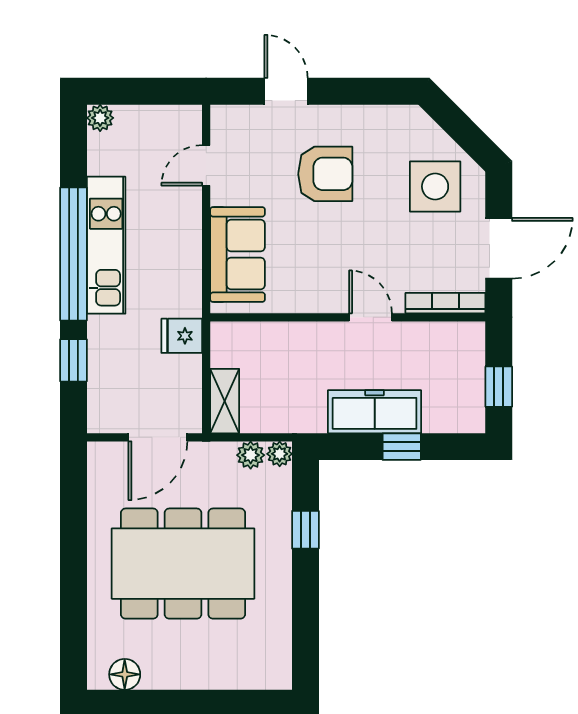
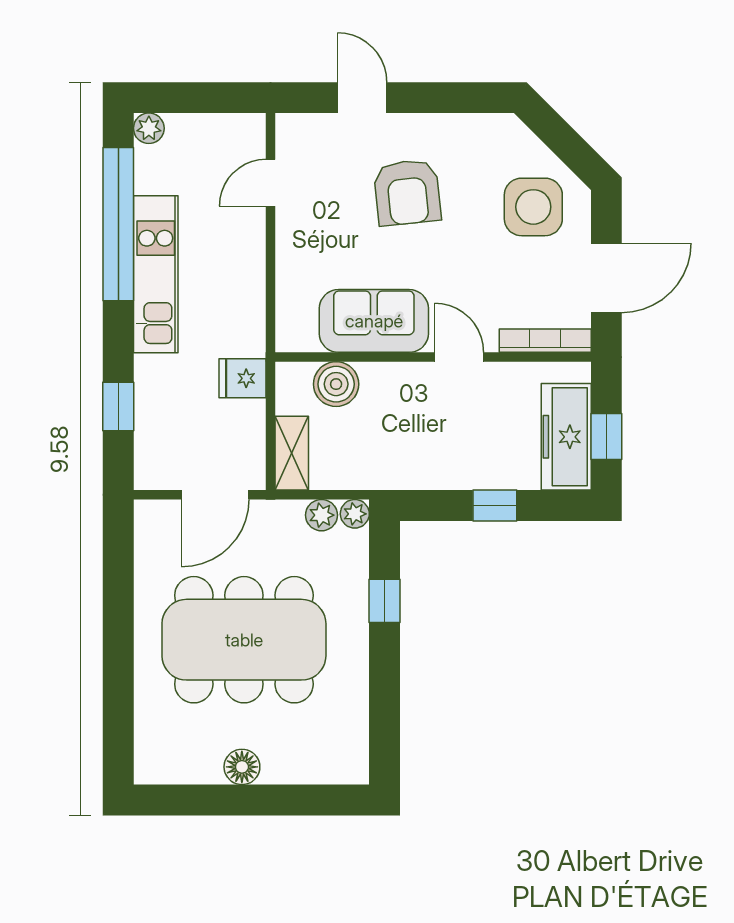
armchair: (325, 174) -> (407, 192), turned 84
window: (73, 254) -> (118, 224), moved
sofa: (238, 254) -> (374, 321), moved, turned -90
boiler: (263, 341) -> (336, 384), added
freezer: (375, 412) -> (566, 437), moved, turned -90
floor lamp: (125, 674) -> (242, 767), moved

